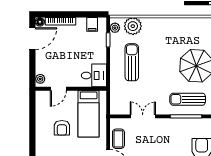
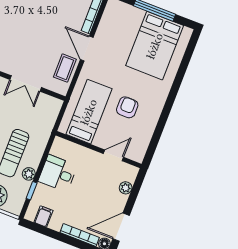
plant: (115, 28) -> (29, 174), moved
desk: (94, 75) -> (58, 173), moved
plant: (40, 79) -> (126, 188), moved

